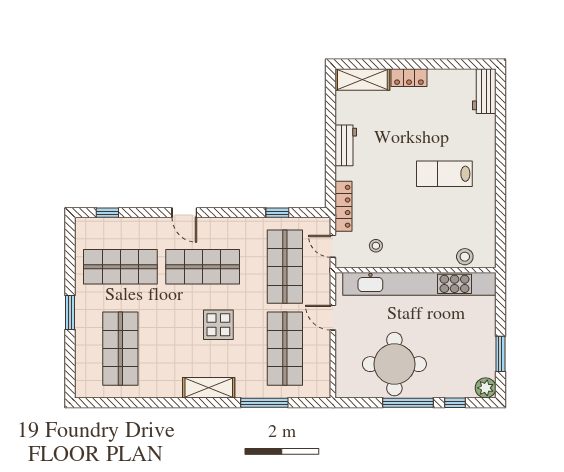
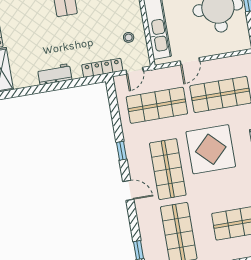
door: (184, 213) -> (128, 190), hinge flipped
window: (277, 213) -> (121, 151), moved
display table: (218, 325) -> (211, 149), width x1.86, depth x1.86

